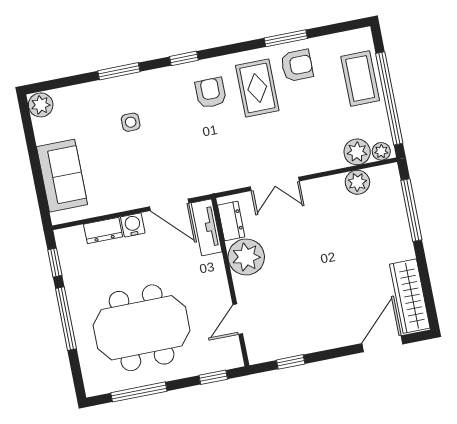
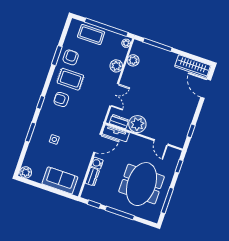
plant: (357, 152) -> (116, 66), moved

